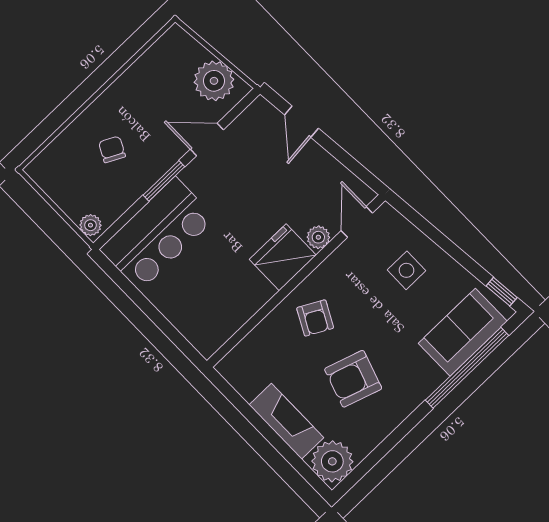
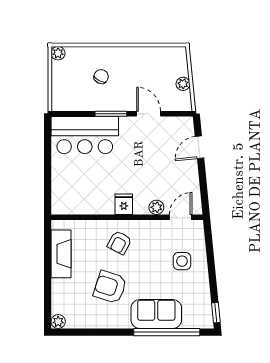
plant: (214, 81) -> (183, 84), width x0.53, depth x0.53
plant: (90, 225) -> (58, 53), moved
fridge: (283, 257) -> (124, 204), width x0.53, depth x0.75
sofa: (463, 332) -> (156, 314), moved
fireplace: (286, 421) -> (61, 254), moved
plant: (332, 461) -> (58, 322), width x0.53, depth x0.53

